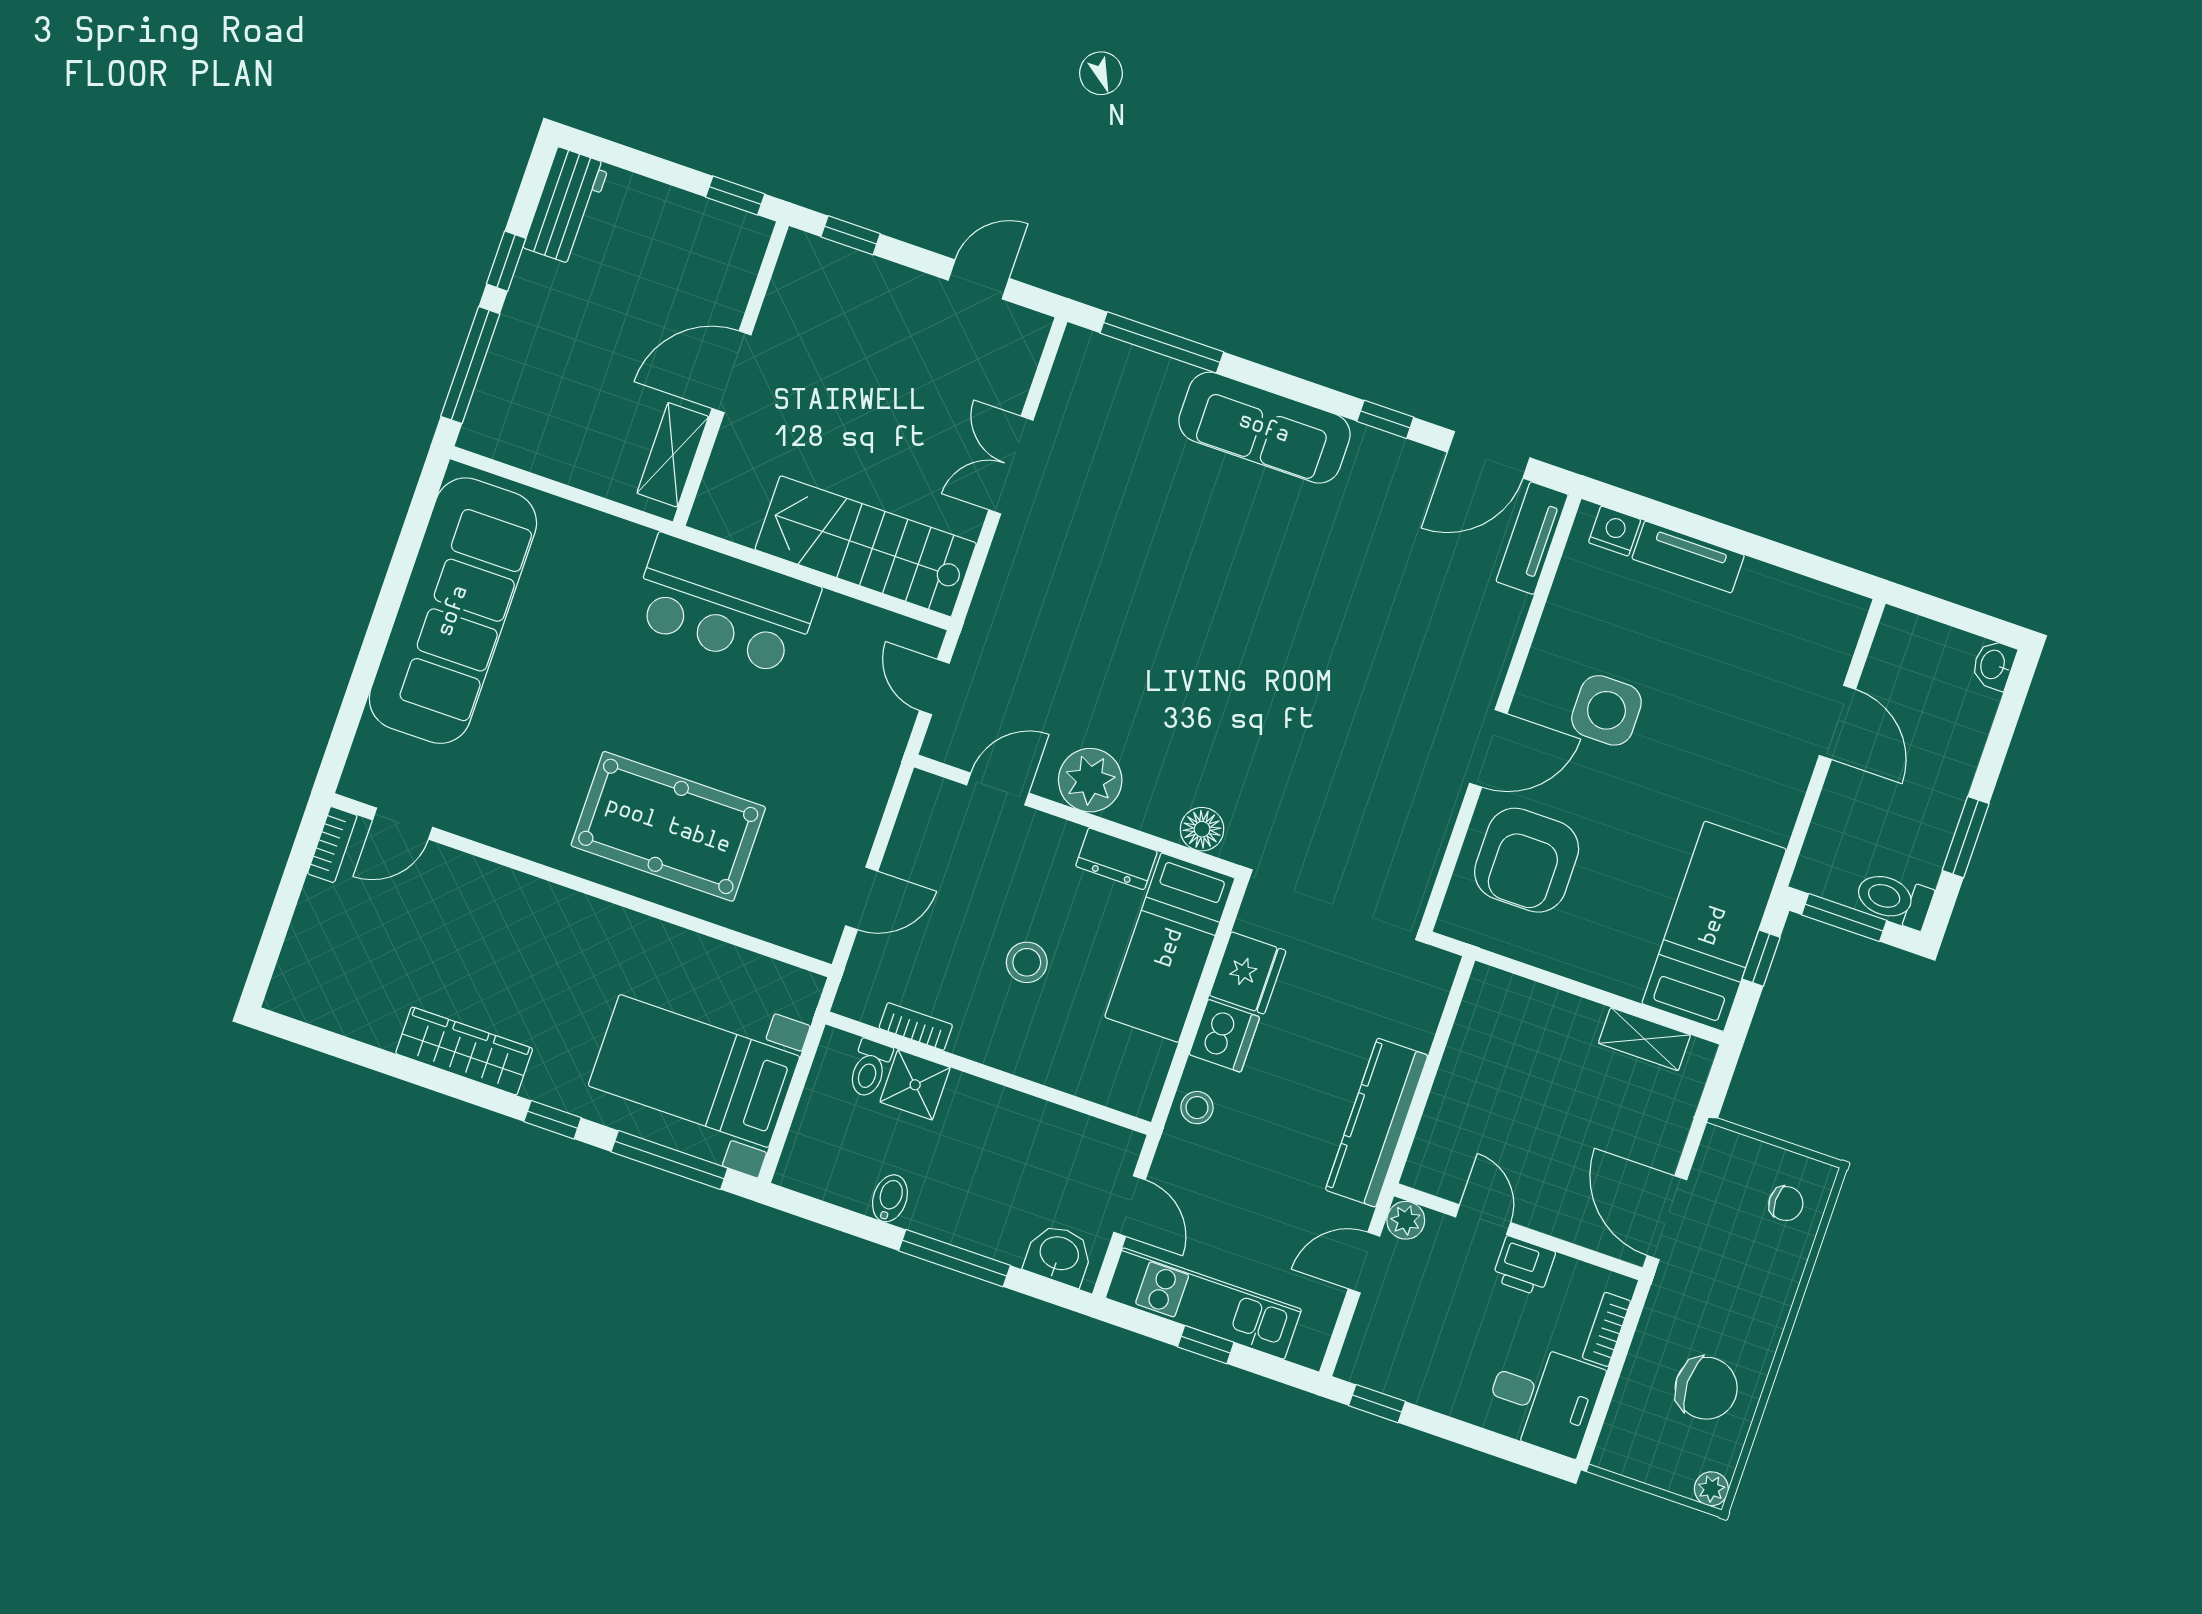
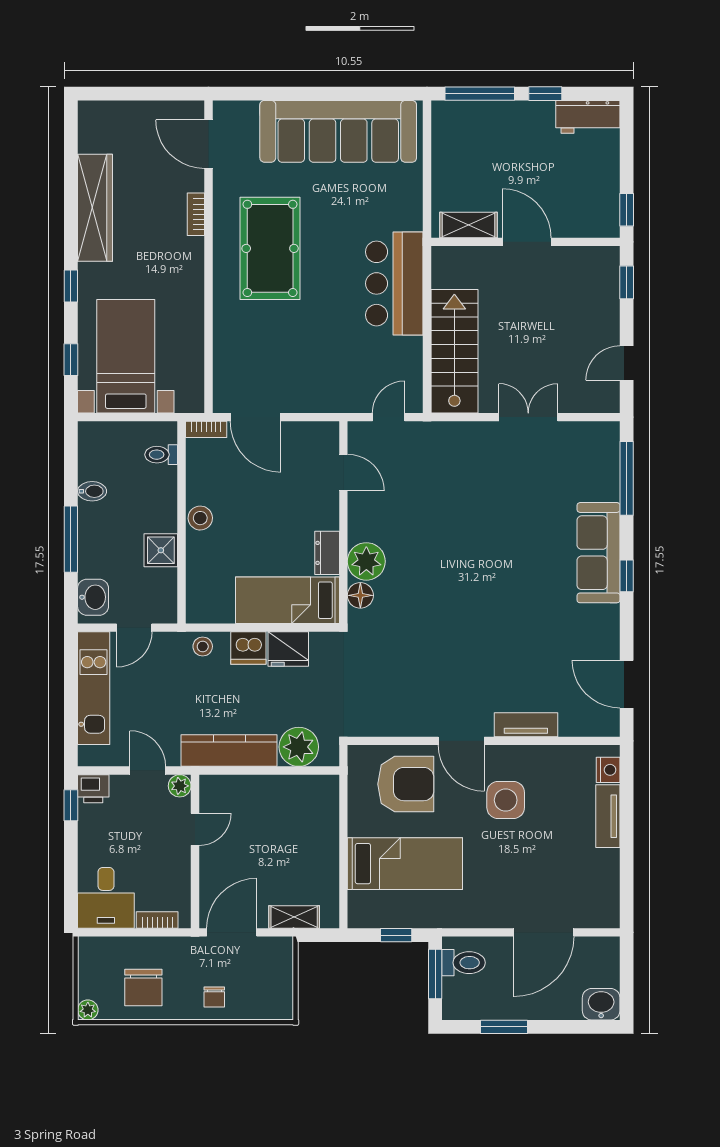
door: (979, 279) -> (627, 363), swing flipped
window: (1385, 419) -> (627, 576), moved
tv unit: (1532, 538) -> (526, 725), moved
washbasin: (1994, 665) -> (601, 1004), width x1.38, depth x1.45
door: (1837, 722) -> (544, 932), width x1.36
plant: (1090, 780) -> (366, 561), moved
door: (403, 824) -> (209, 144), width x1.38
pool table: (668, 826) -> (270, 248), moved
bookcase: (332, 845) -> (196, 214), moved, turned 90
armchair: (1527, 860) -> (406, 784), turned 180
door: (862, 898) -> (255, 417), width x1.38
toilet: (1894, 899) -> (464, 963), moved, turned 90
bed: (1714, 926) -> (405, 864), moved
stool: (1027, 962) -> (200, 518), moved
plant: (1409, 1010) -> (299, 747), added
bookcase: (916, 1027) -> (206, 429), moved, turned 90
shelving: (1644, 1039) -> (294, 917), moved, turned 90
wardrobe: (464, 1051) -> (95, 208), width x1.40, depth x1.17
shower: (915, 1085) -> (161, 550), moved
window: (669, 1160) -> (71, 360), width x0.46
chair: (1786, 1203) -> (214, 997), moved
printer: (1524, 1266) -> (93, 789), moved, turned -90
window: (1206, 1345) -> (71, 697), removed

